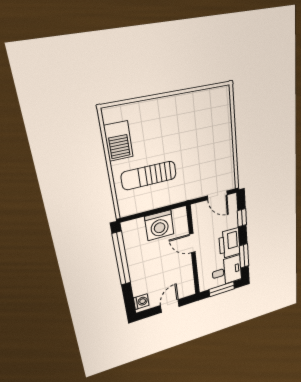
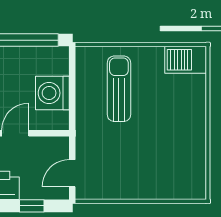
barbecue: (118, 141) -> (186, 60), moved

